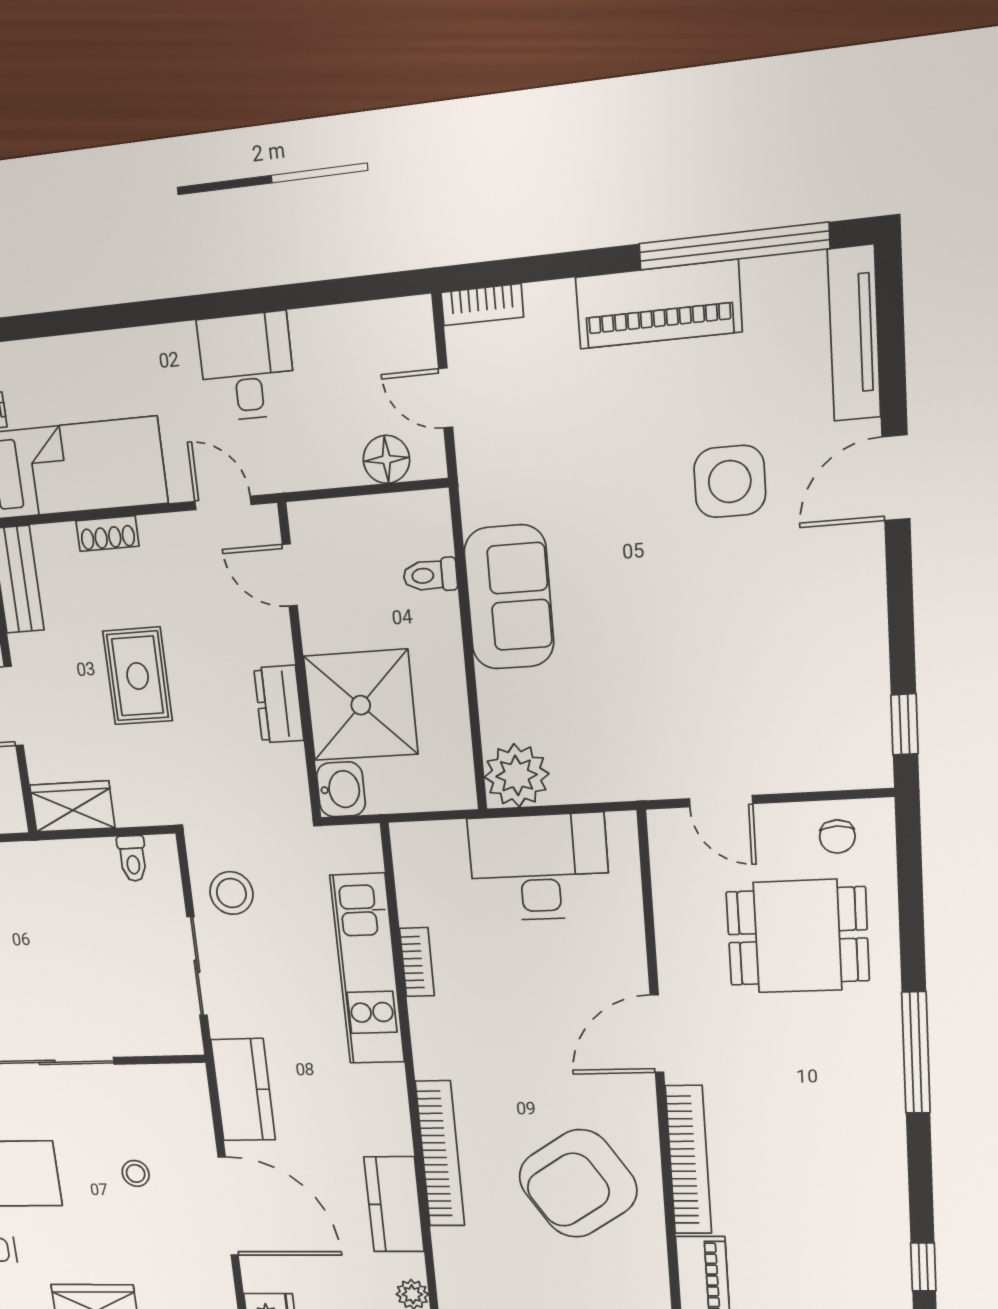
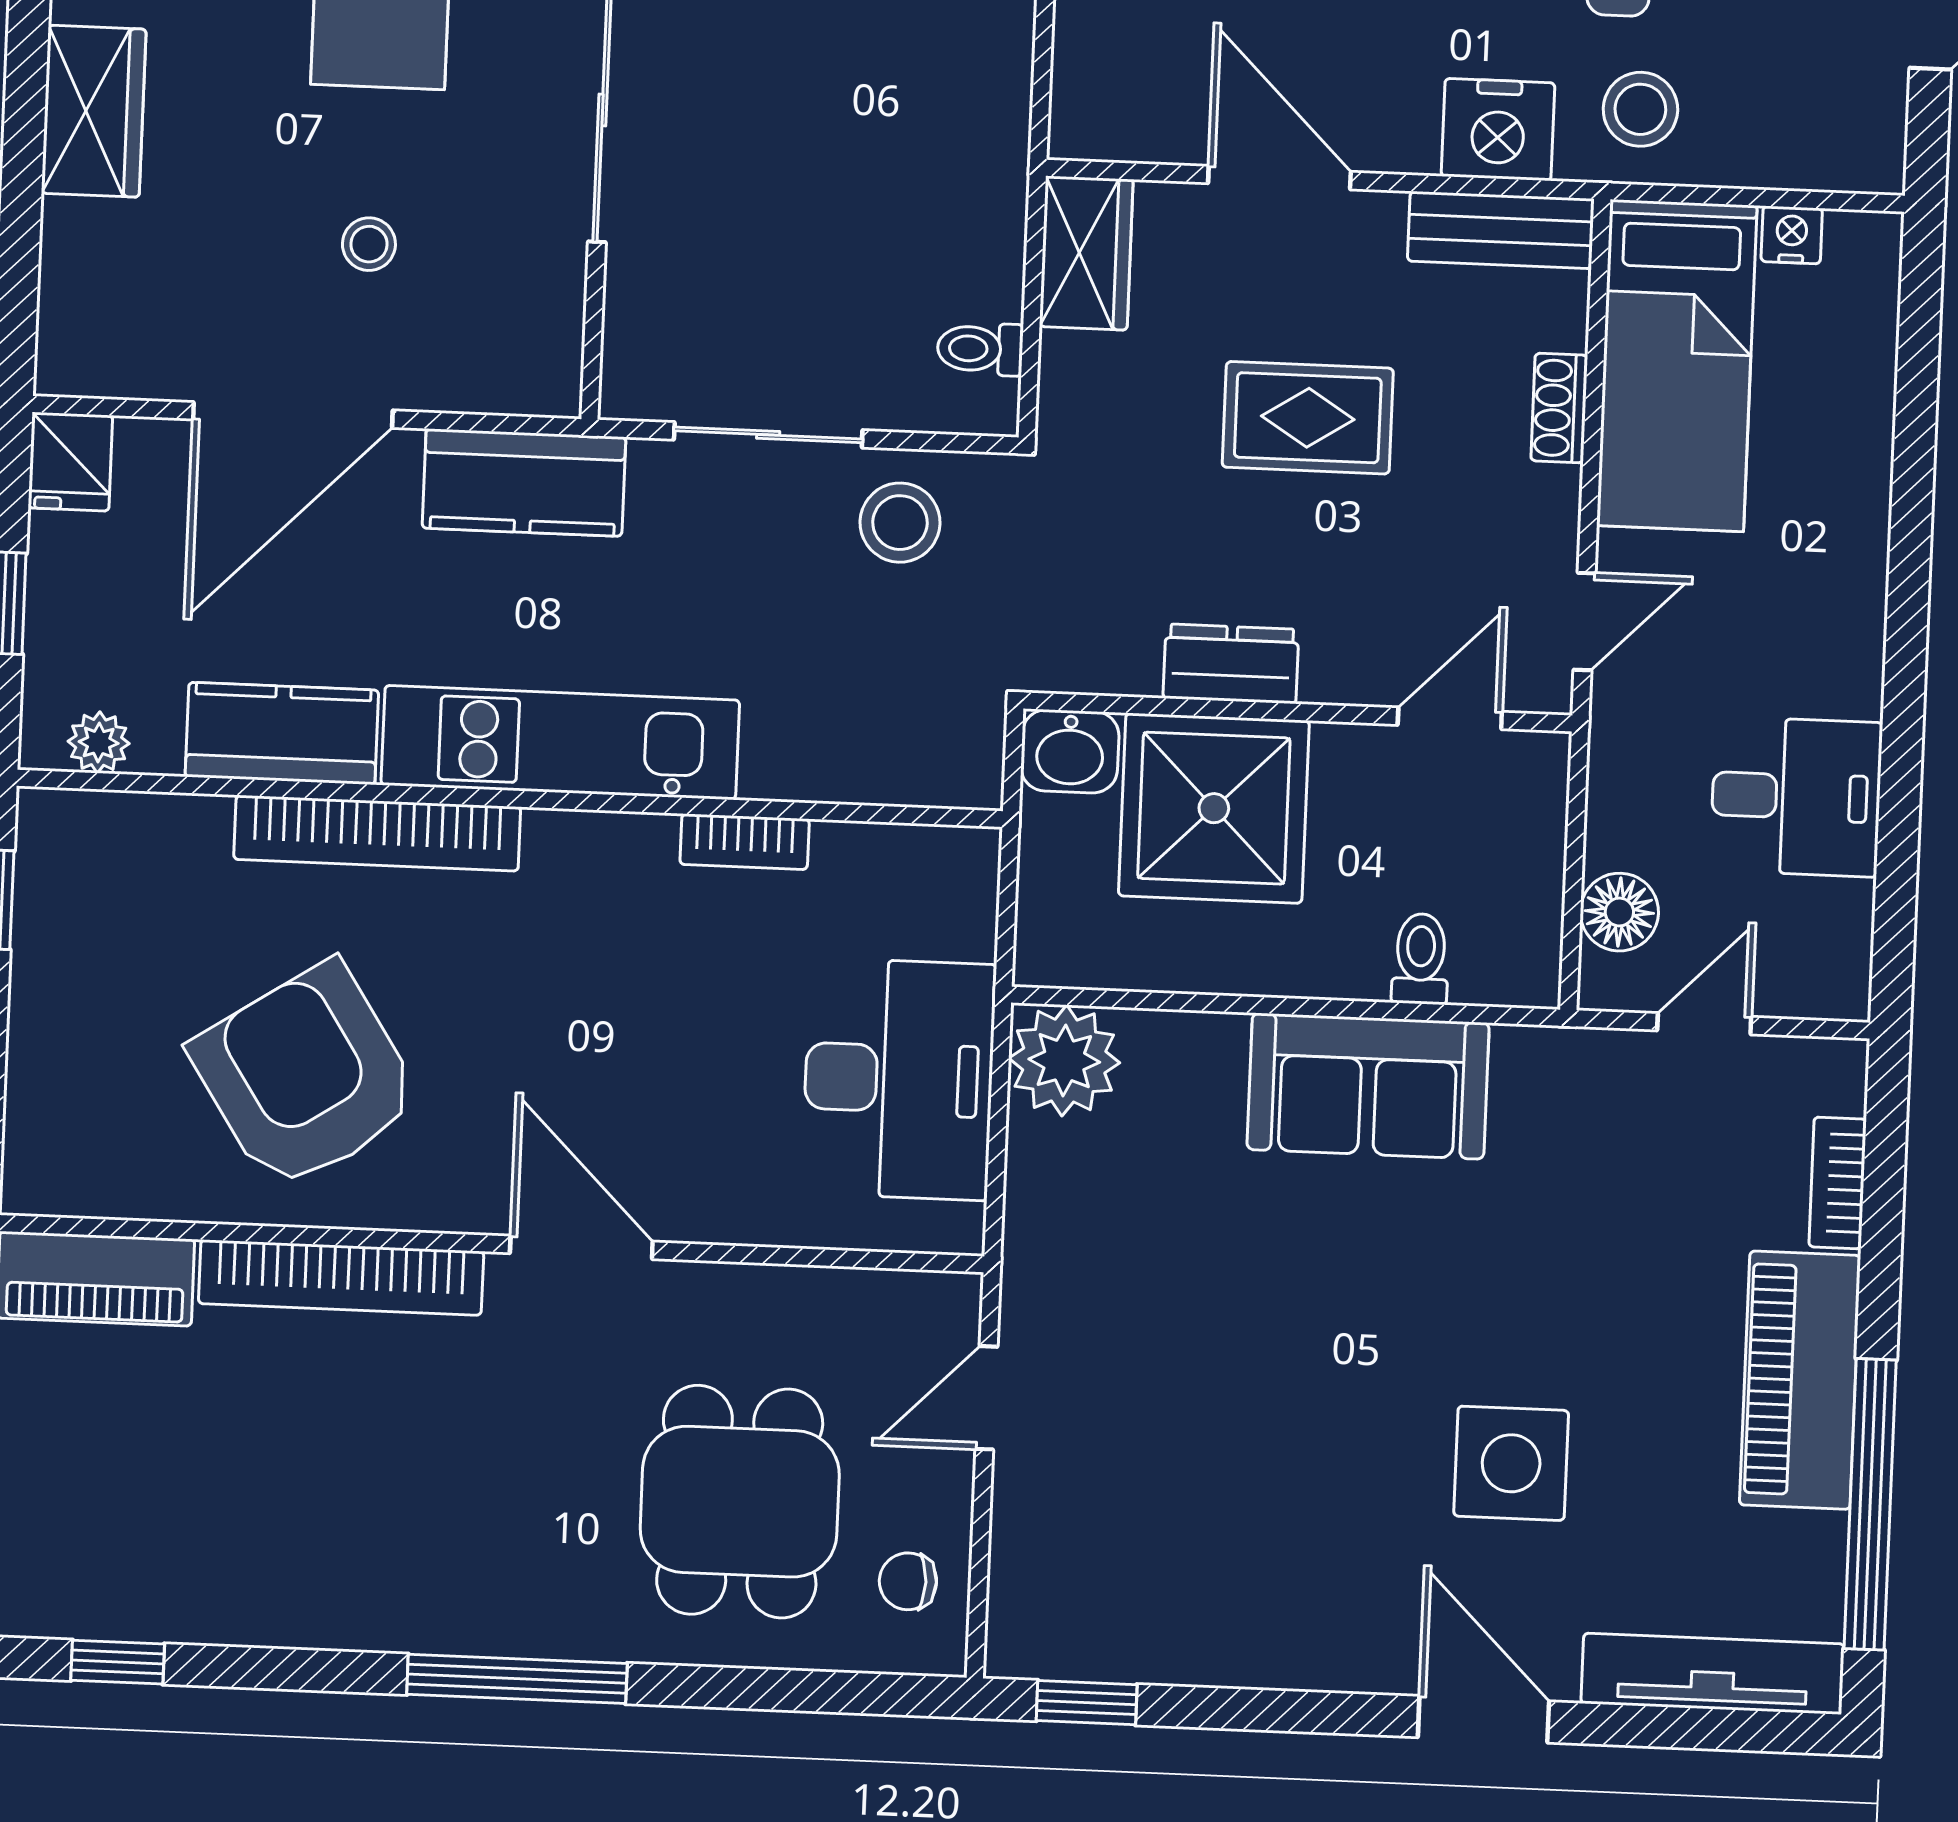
bookcase: (482, 305) -> (1838, 1183), moved
desk: (247, 367) -> (1796, 797), moved
kitchen unit: (367, 969) -> (560, 743), moved

